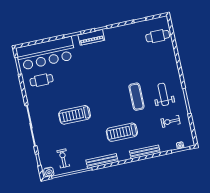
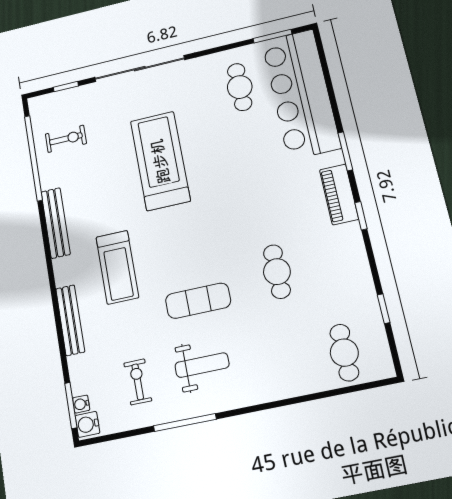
cafe table: (124, 64) -> (277, 272), added
treadmill: (75, 115) -> (160, 161), width x1.37, depth x1.38
treadmill: (122, 132) -> (117, 267), turned 180
water cooler: (49, 172) -> (87, 424), moved

